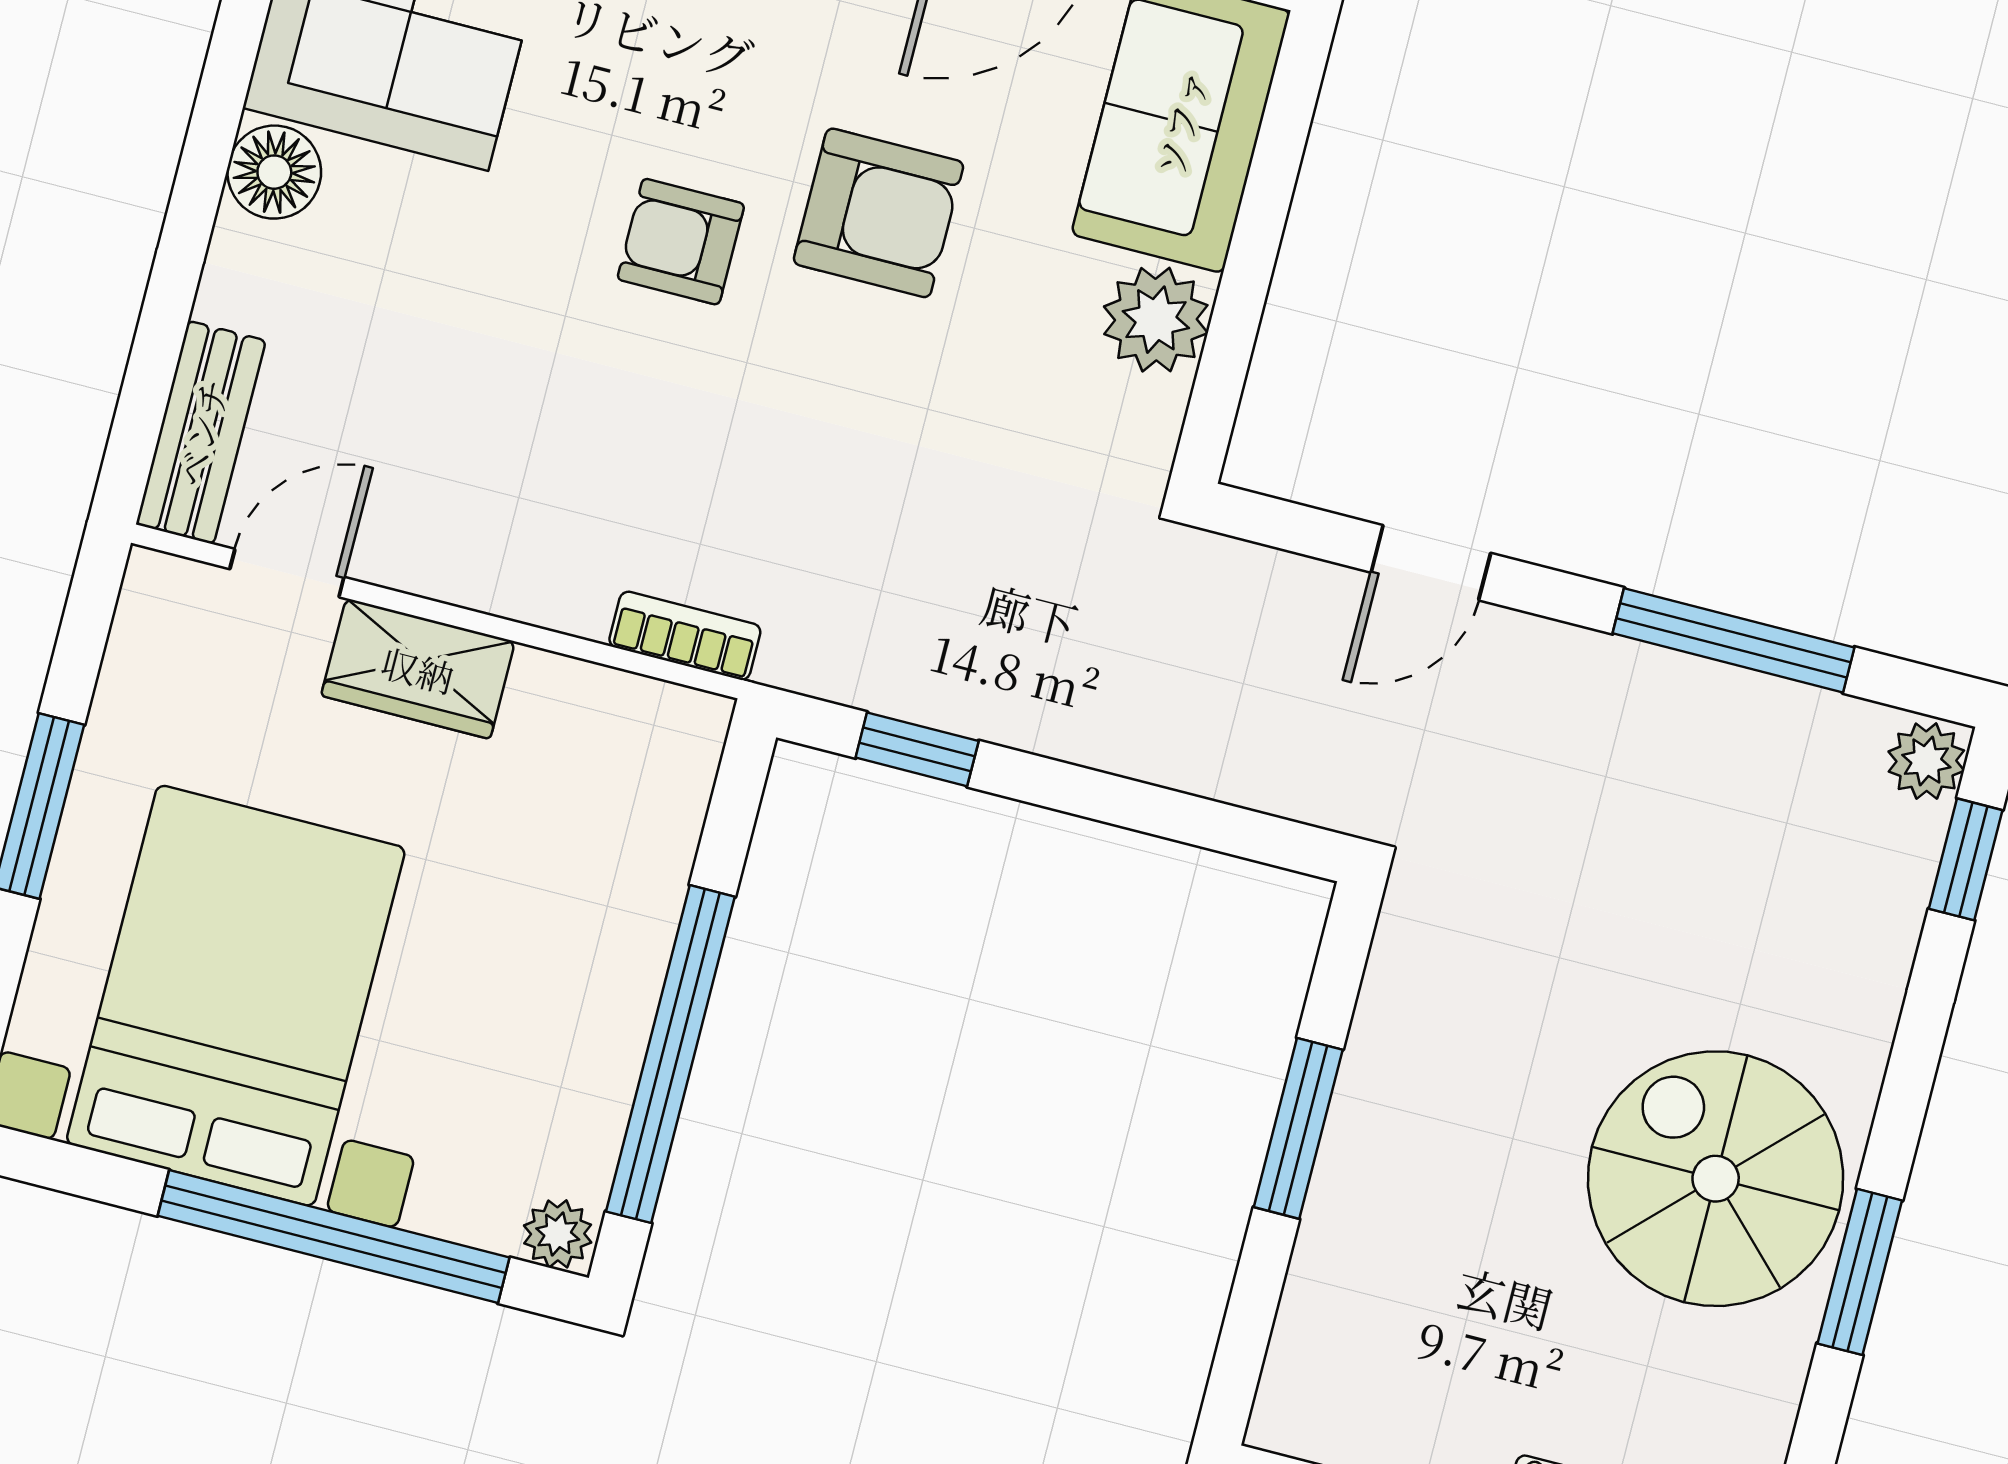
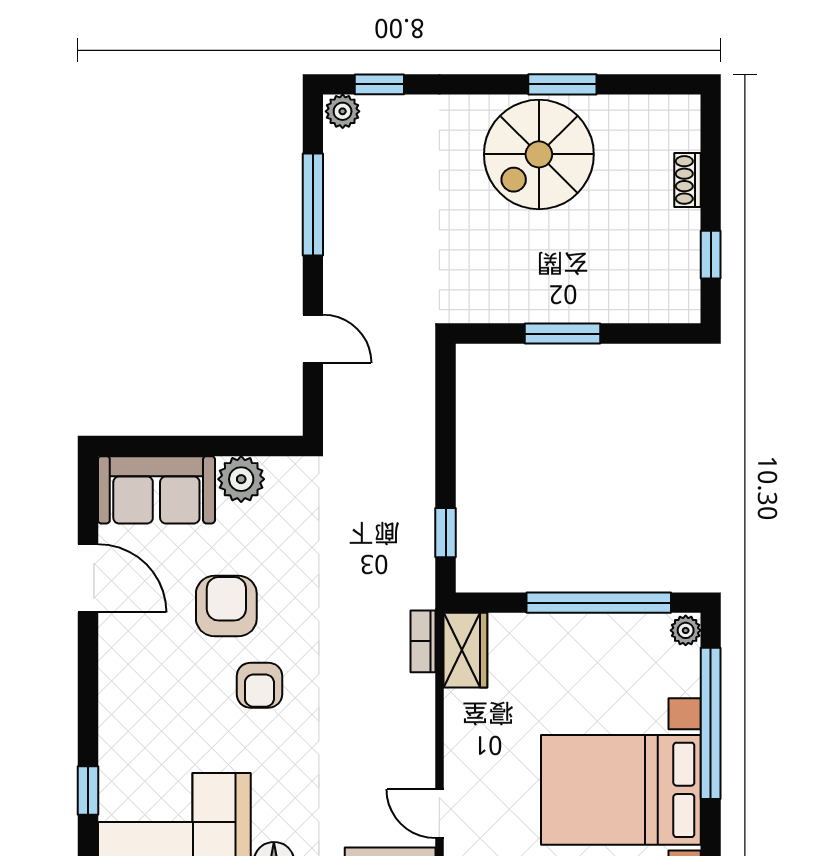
wardrobe: (418, 669) -> (465, 650), moved

